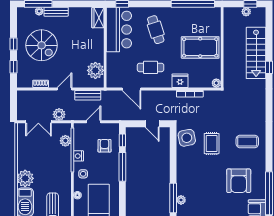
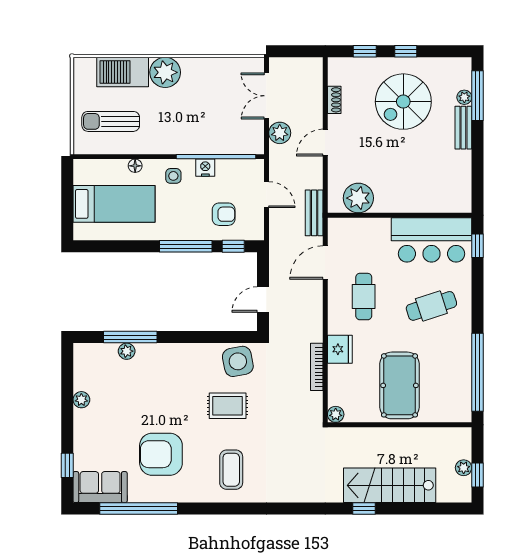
wardrobe: (98, 18) -> (453, 202), removed
door: (64, 89) -> (325, 143), swing flipped
bench: (88, 95) -> (314, 213), moved
plant: (65, 141) -> (233, 144), removed

